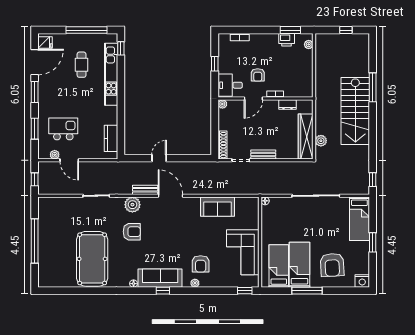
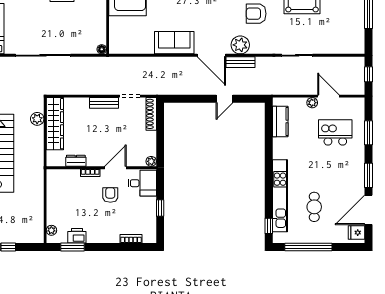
kitchen island: (63, 129) -> (335, 132), turned 180
plant: (55, 155) -> (312, 103), moved
plant: (132, 205) -> (240, 45), moved
sofa: (217, 207) -> (174, 43), moved

